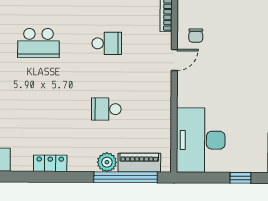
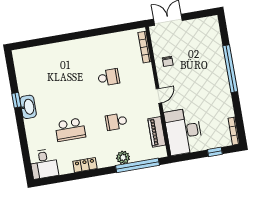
school desk: (39, 43) -> (70, 130), moved
door: (174, 60) -> (159, 96), moved
piano: (139, 163) -> (157, 132), moved, turned -90

